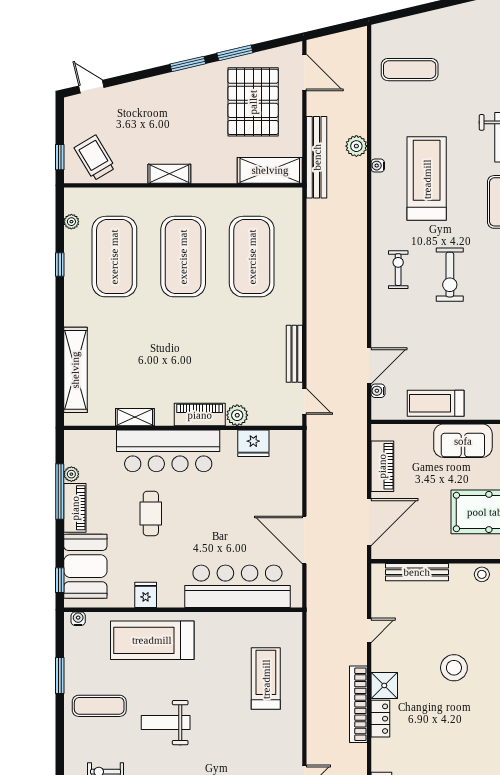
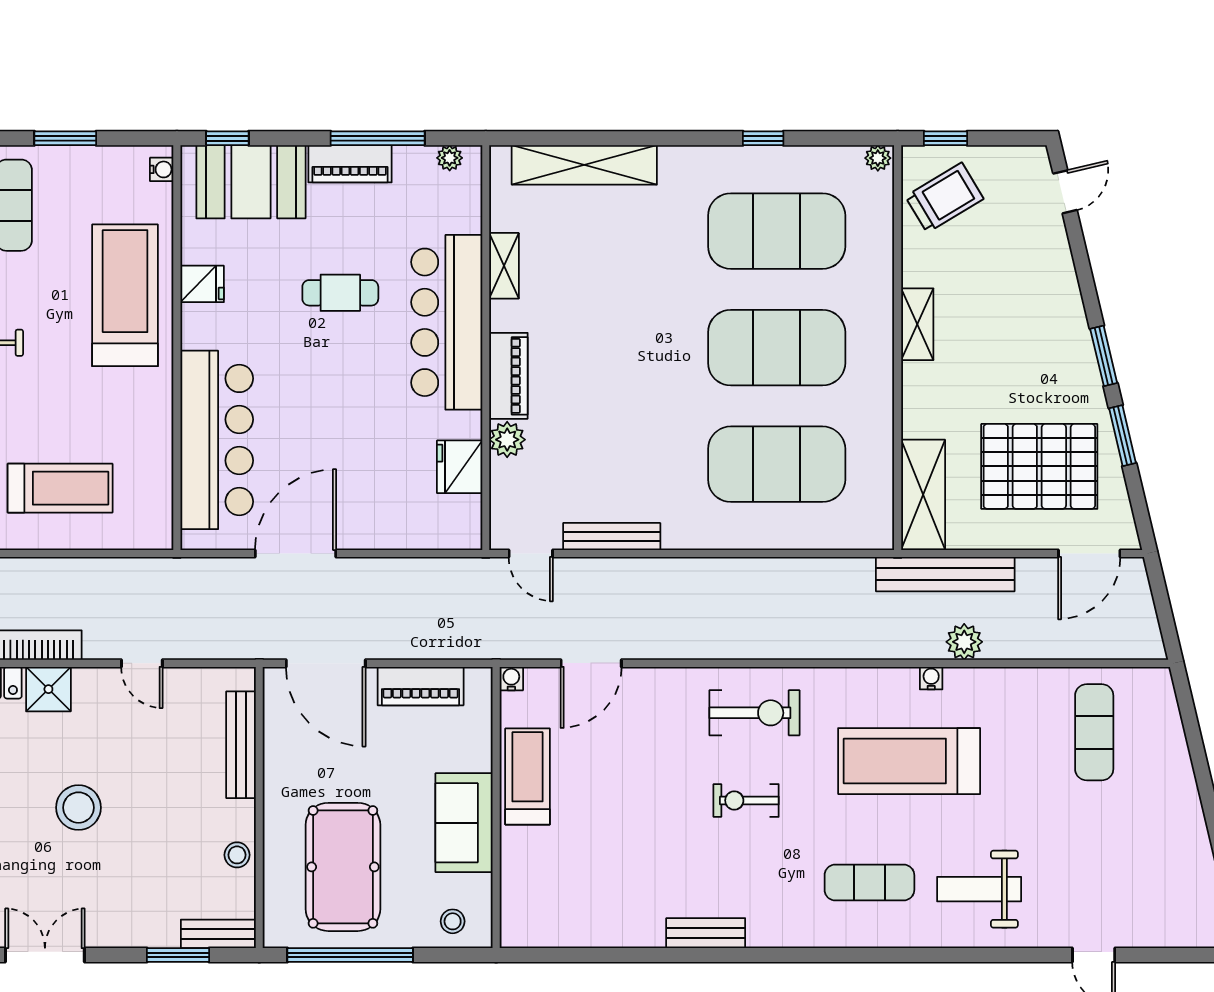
treadmill: (427, 179) -> (909, 761), turned 180
plant: (71, 222) -> (878, 158), moved
exercise bike: (398, 270) -> (754, 713), width x1.38, depth x1.39
exercise bike: (450, 275) -> (746, 800), width x0.73, depth x0.72
door: (369, 366) -> (591, 663), hinge flipped
water cooler: (378, 391) -> (511, 679), moved
door: (304, 401) -> (531, 554), hinge flipped
plant: (71, 474) -> (450, 158), moved

